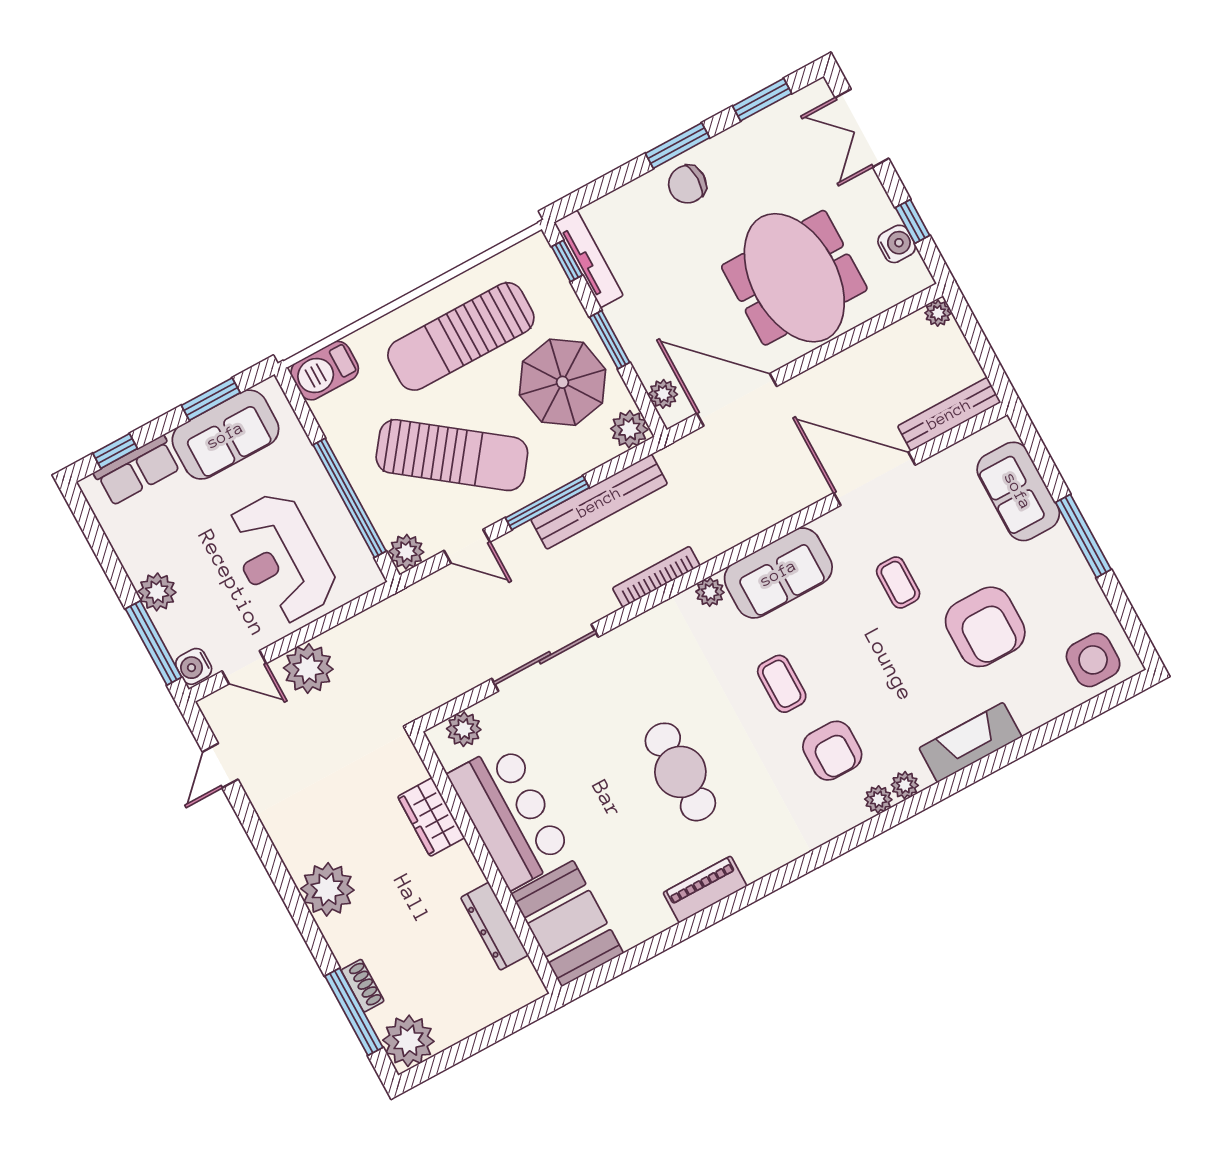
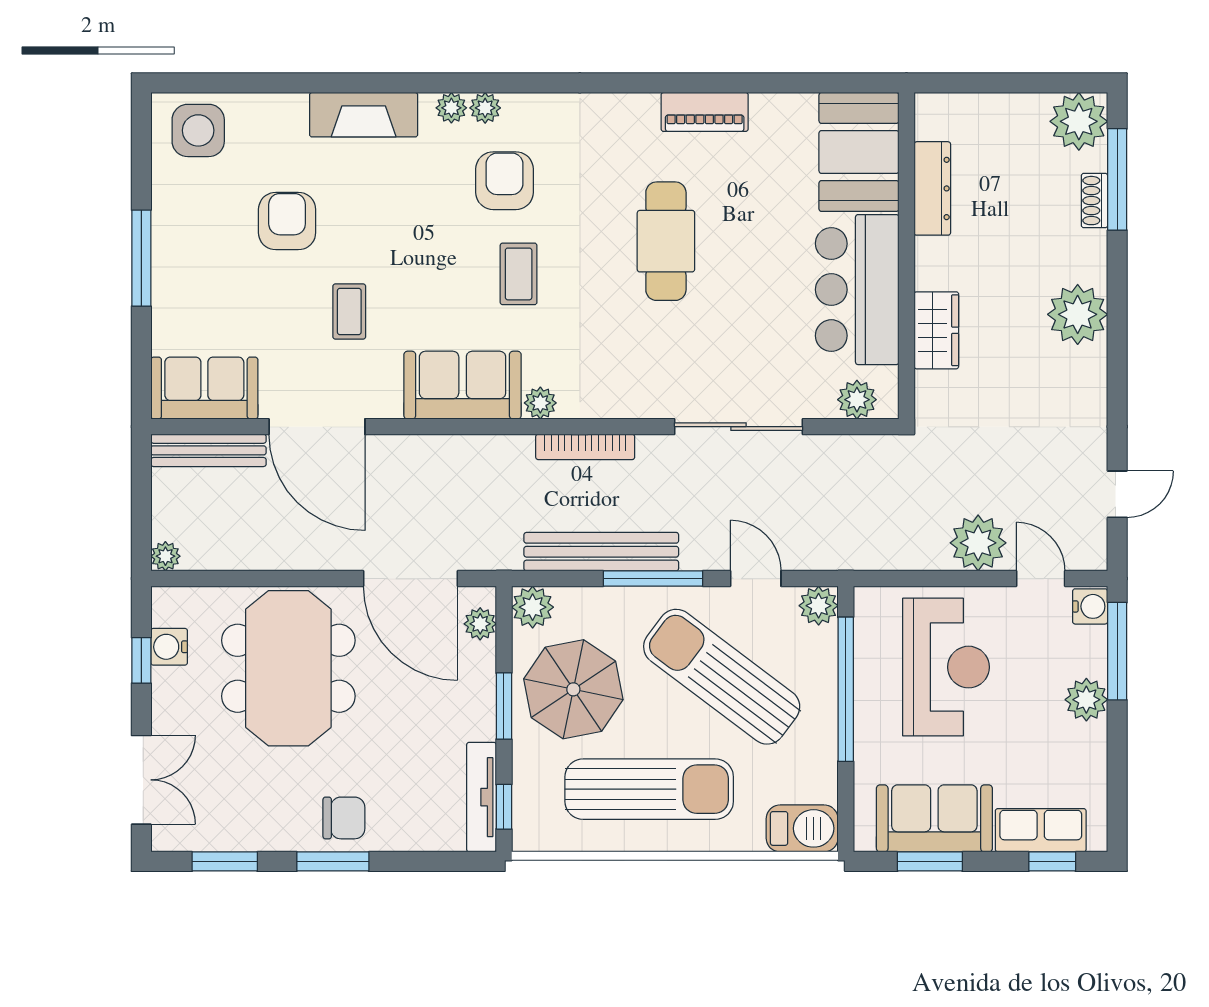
sofa: (1018, 491) -> (204, 388), moved, turned -90
armchair: (985, 627) -> (287, 221), width x0.73, depth x0.73

